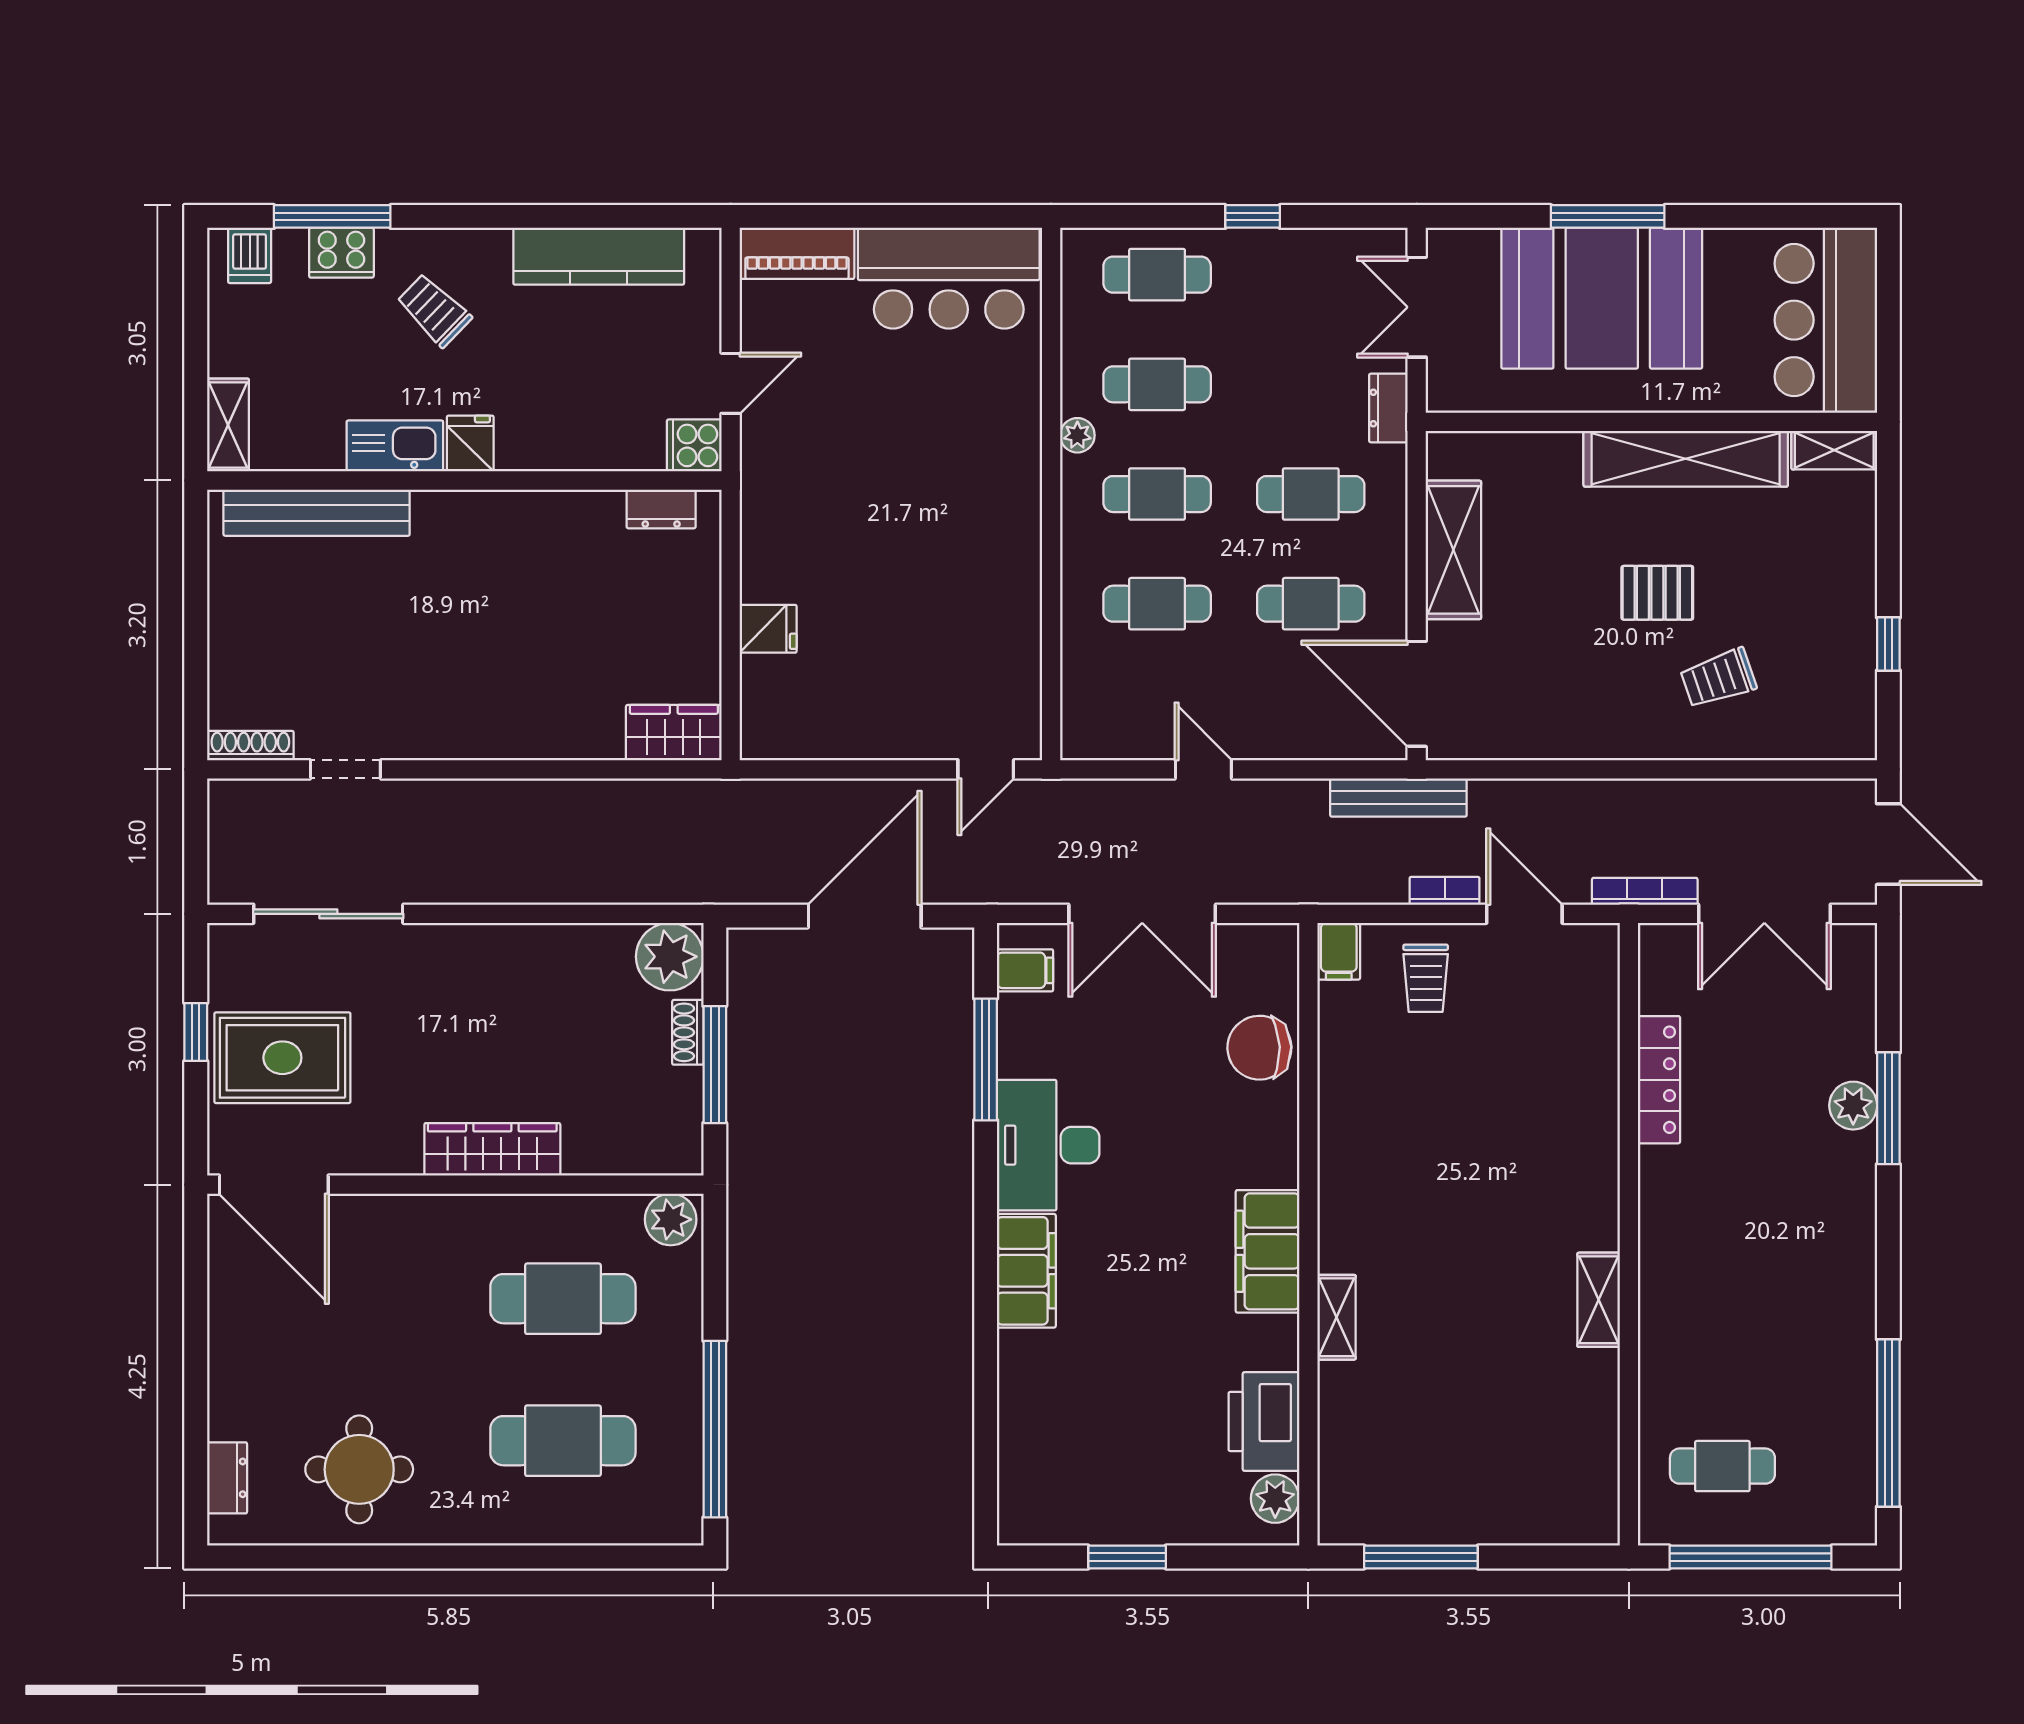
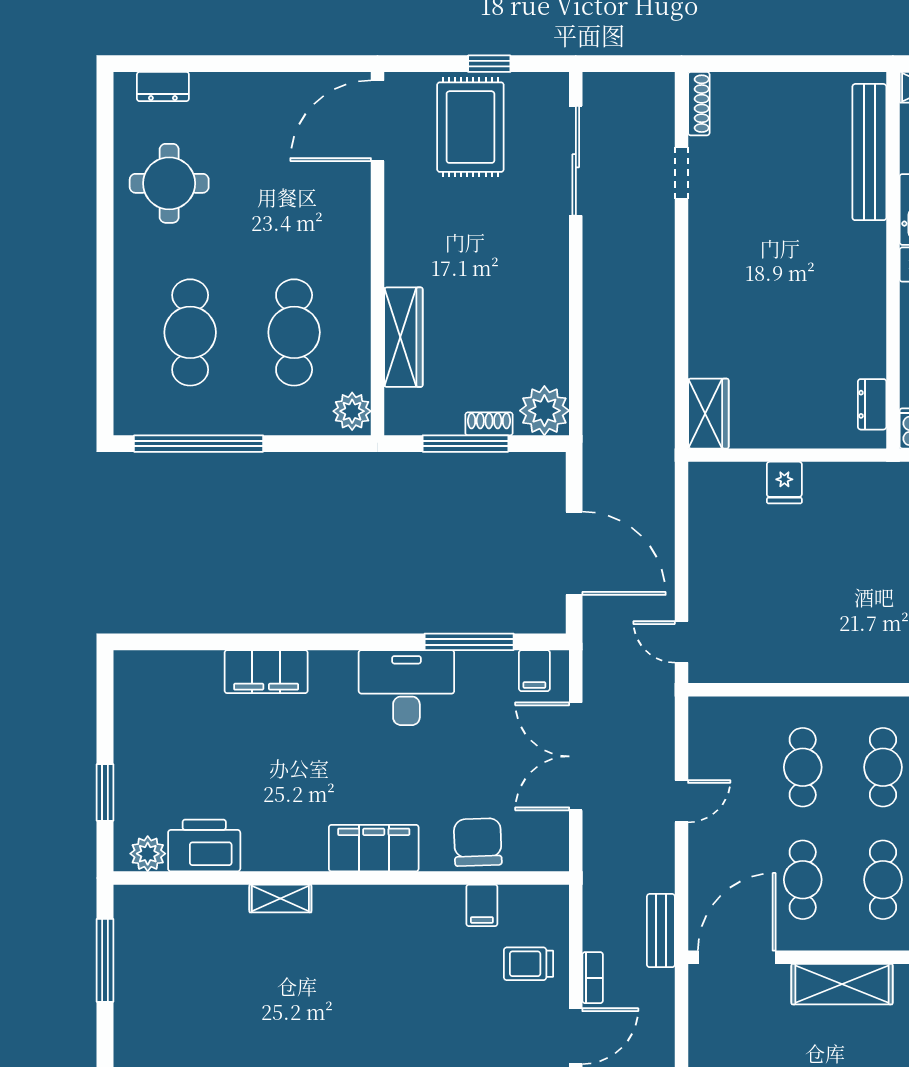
bench: (1398, 797) -> (661, 931), width x0.73
filing cabinet: (1339, 951) -> (482, 905), moved, turned -90
wardrobe: (492, 1149) -> (403, 337), moved
filing cabinet: (1268, 1251) -> (374, 848), moved
filing cabinet: (1026, 1271) -> (266, 672), moved
window: (1127, 1557) -> (105, 792), moved

